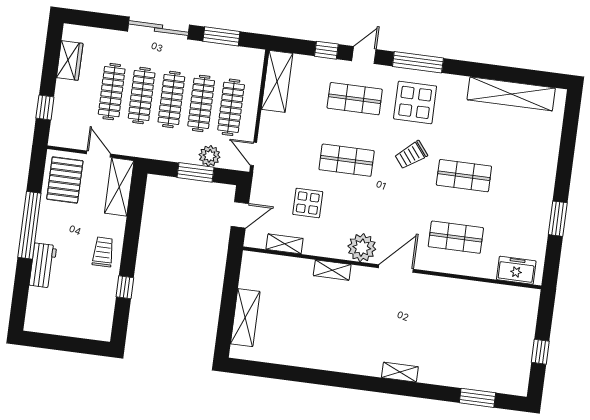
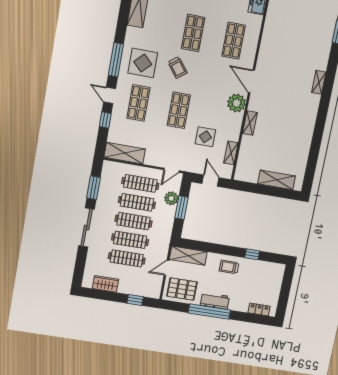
workbench: (43, 265) -> (215, 301), moved
locker: (35, 304) -> (259, 309), added

